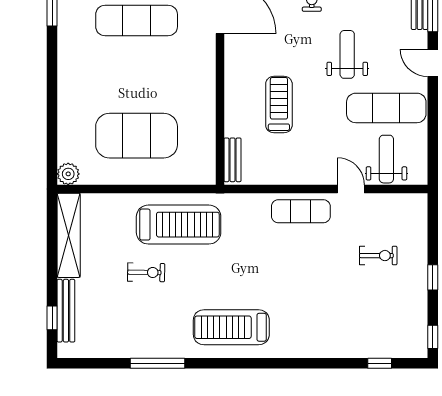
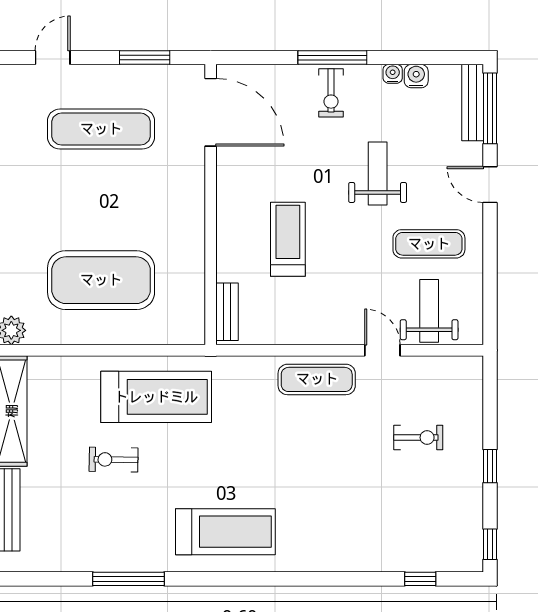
exercise mat: (386, 108) -> (429, 244), width x0.73, depth x0.69
exercise bike: (146, 272) -> (114, 460), turned 180
treadmill: (231, 327) -> (225, 532), turned 180

